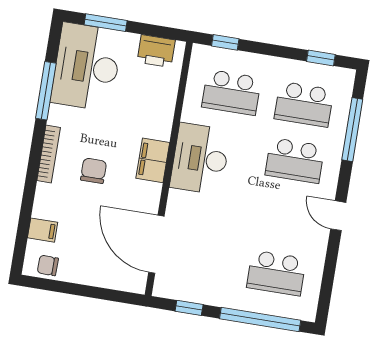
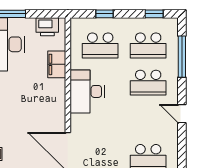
window: (225, 42) -> (105, 14), moved
filing cabinet: (153, 160) -> (57, 64), moved
chair: (94, 171) -> (20, 110), removed

